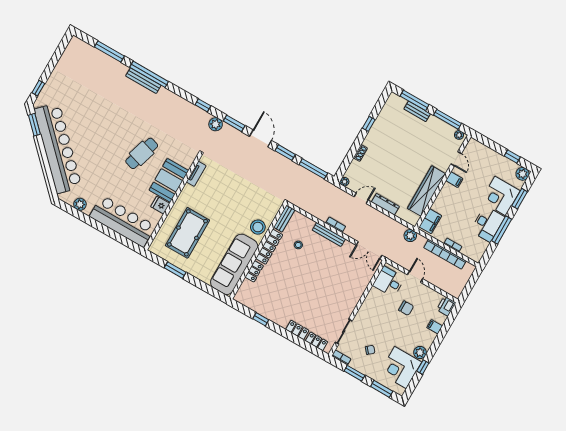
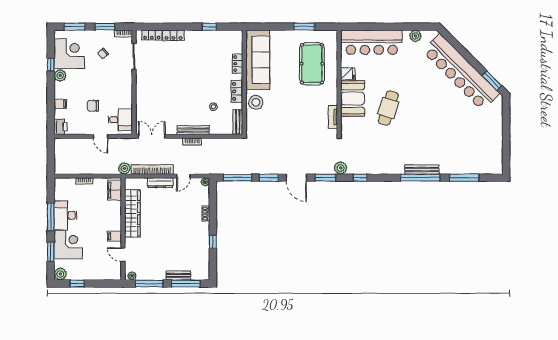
window: (38, 88) -> (506, 113), removed
locker: (269, 247) -> (237, 91), width x0.66
bookcase: (445, 254) -> (152, 170), moved

